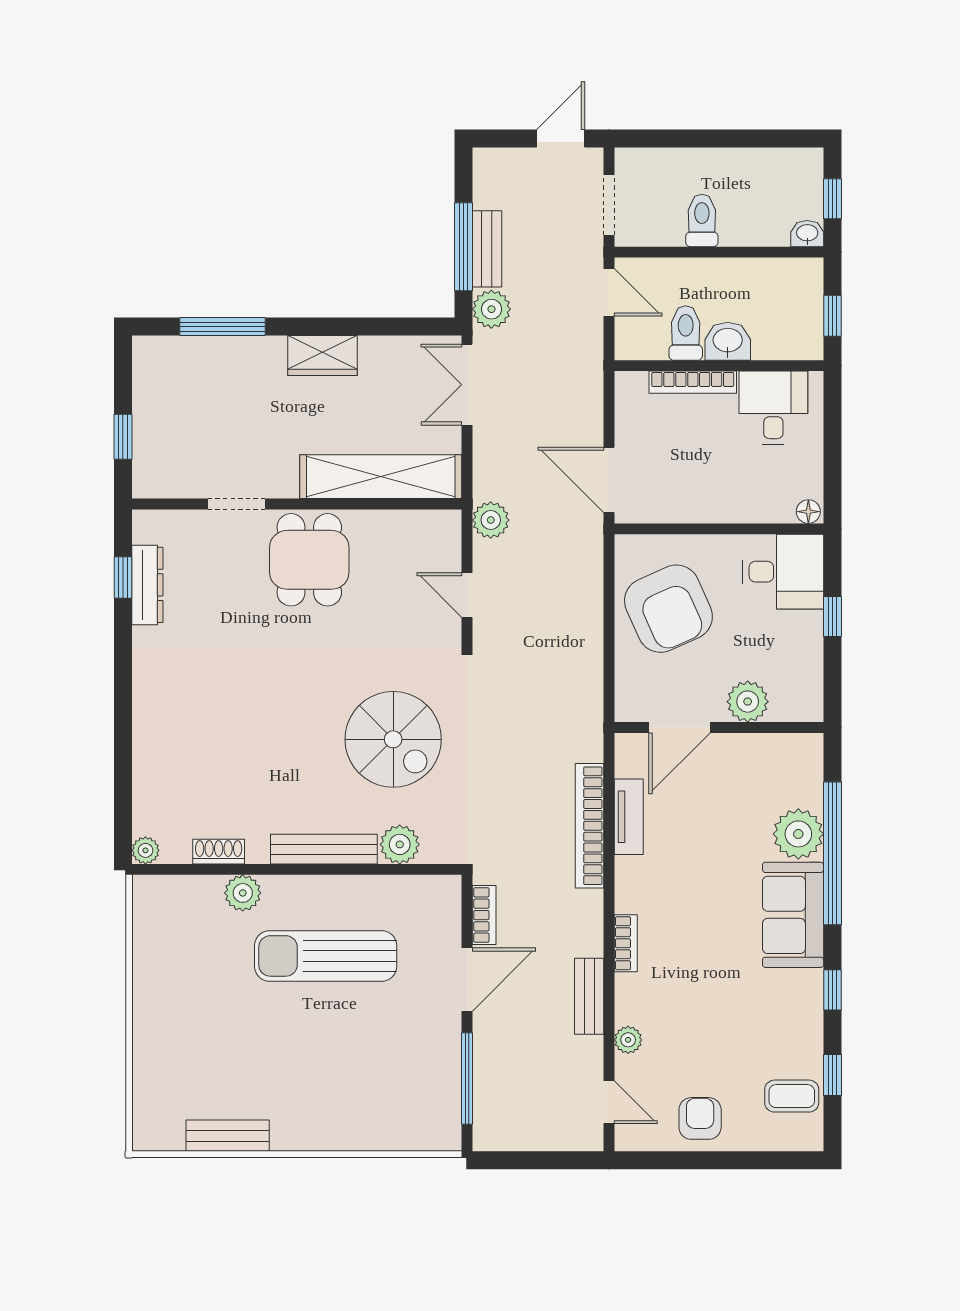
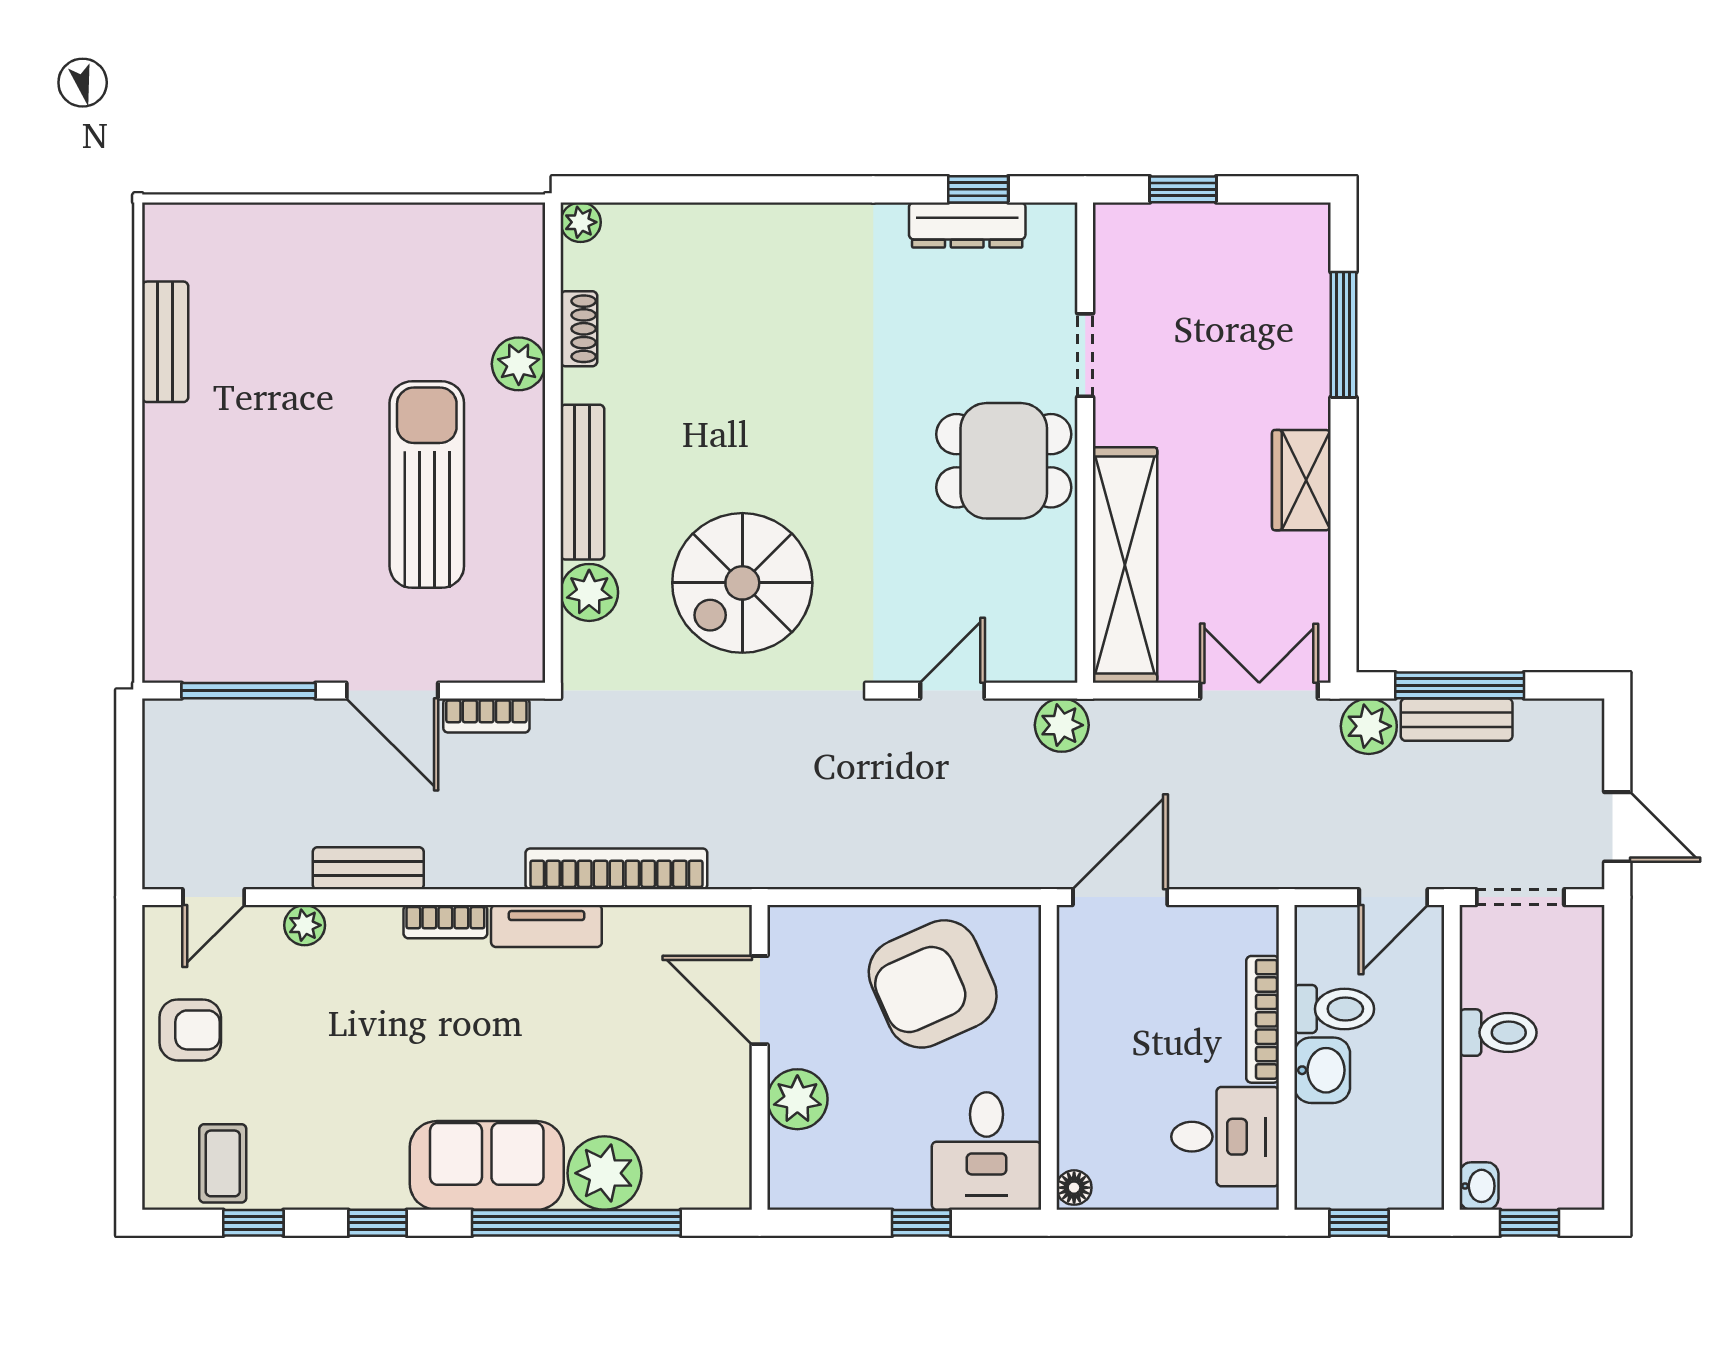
tv unit: (629, 817) -> (546, 926), moved

